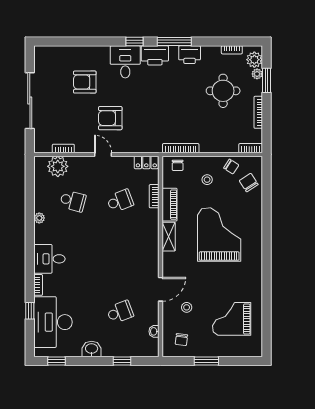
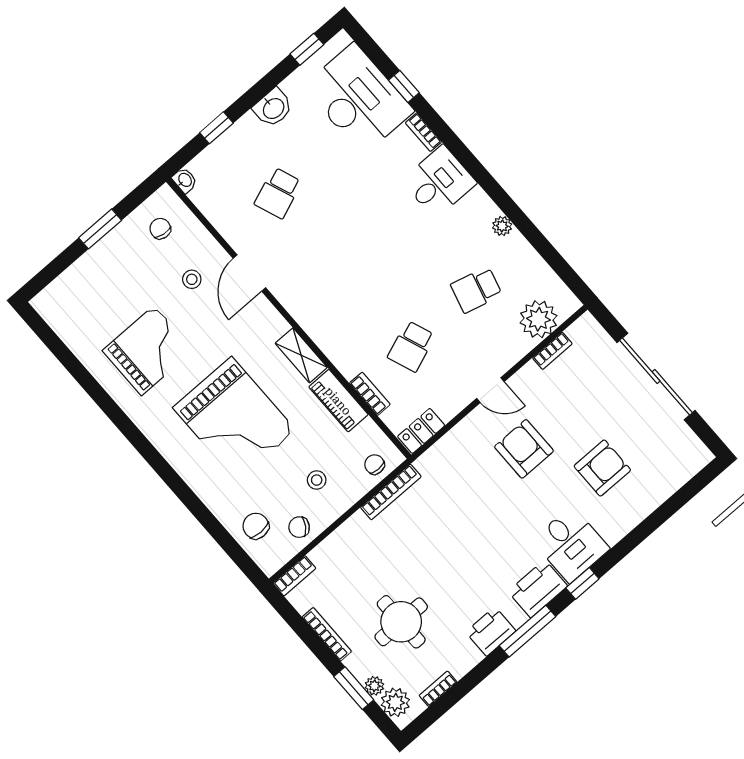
armchair: (110, 118) -> (524, 449), turned -90
chair: (249, 183) -> (256, 526), turned -147
grand piano: (232, 319) -> (148, 350), moved
washbasin: (154, 331) -> (185, 180), moved

